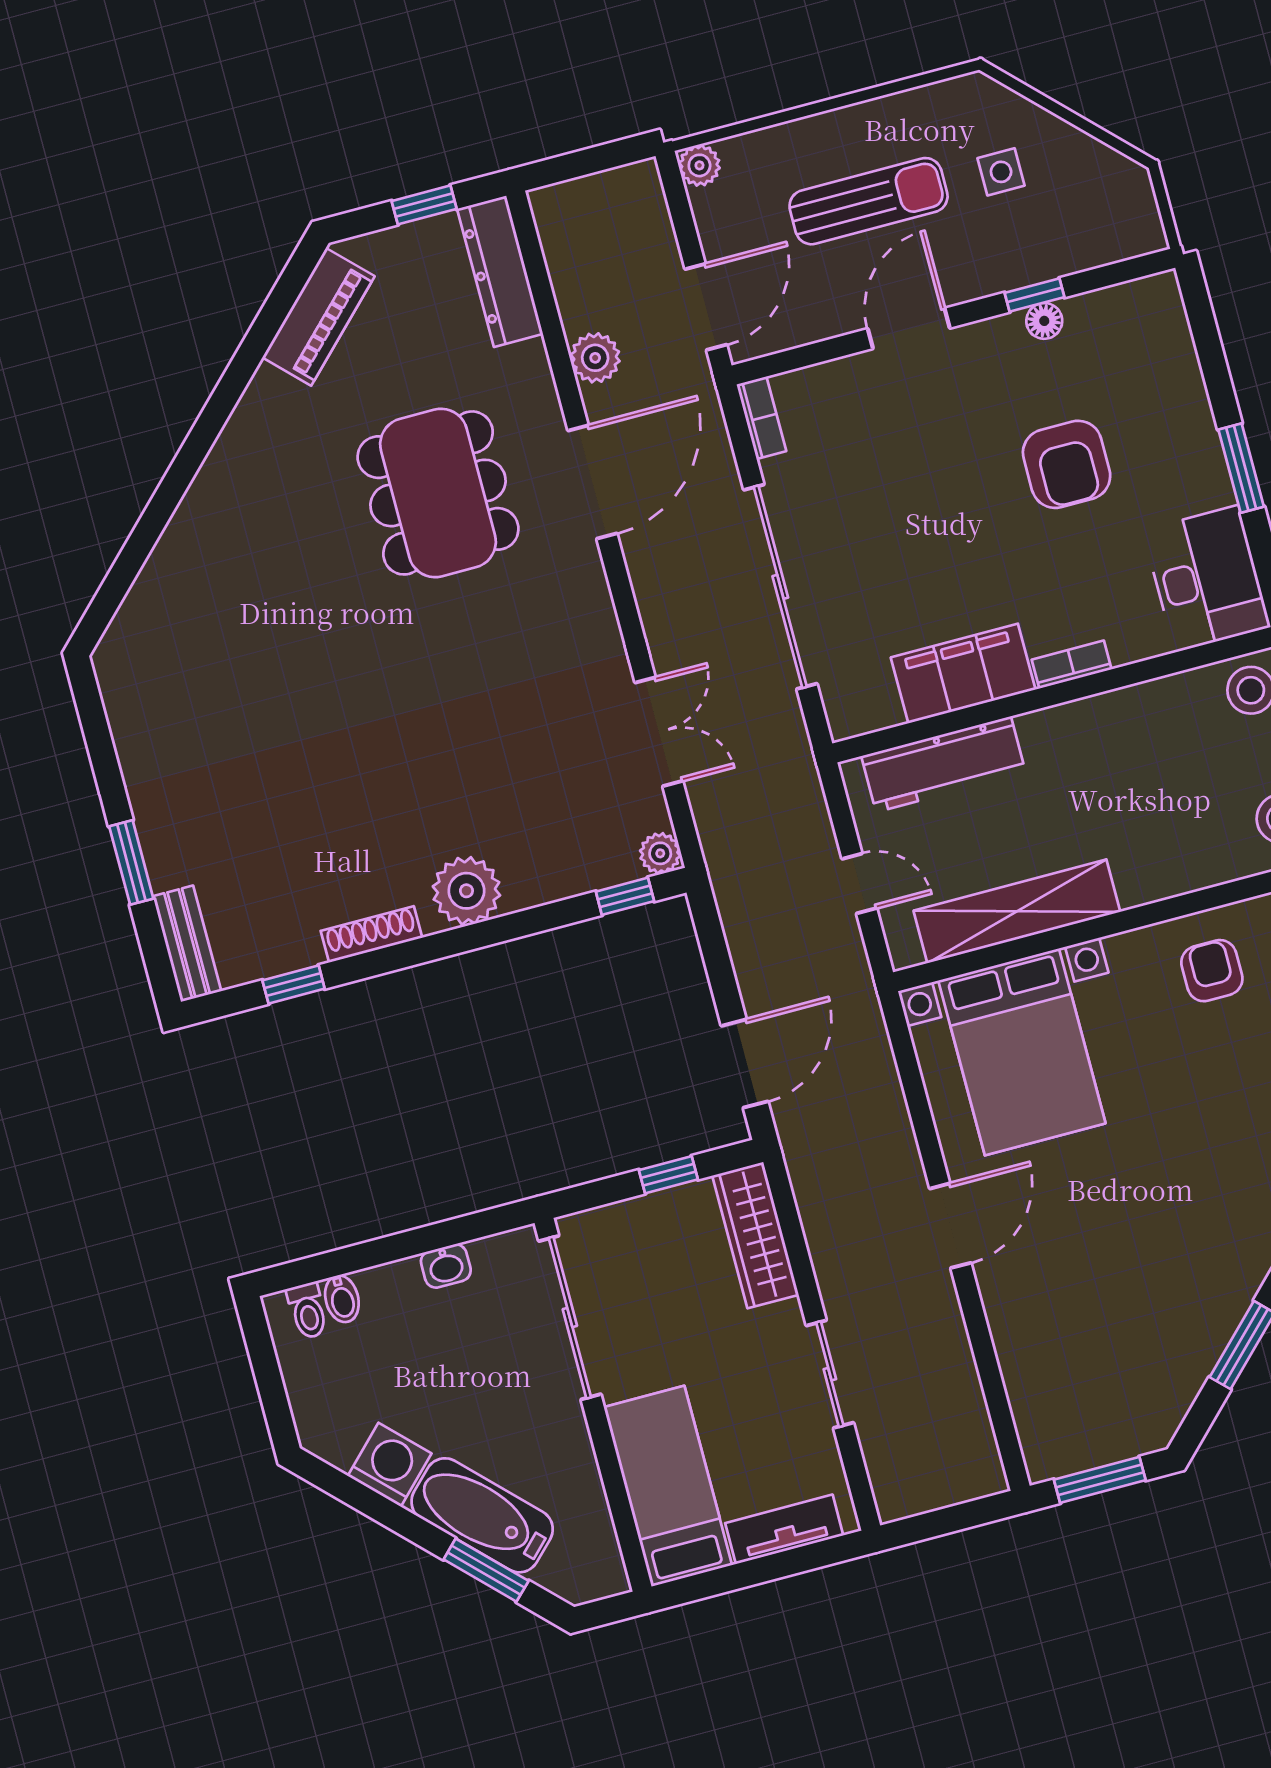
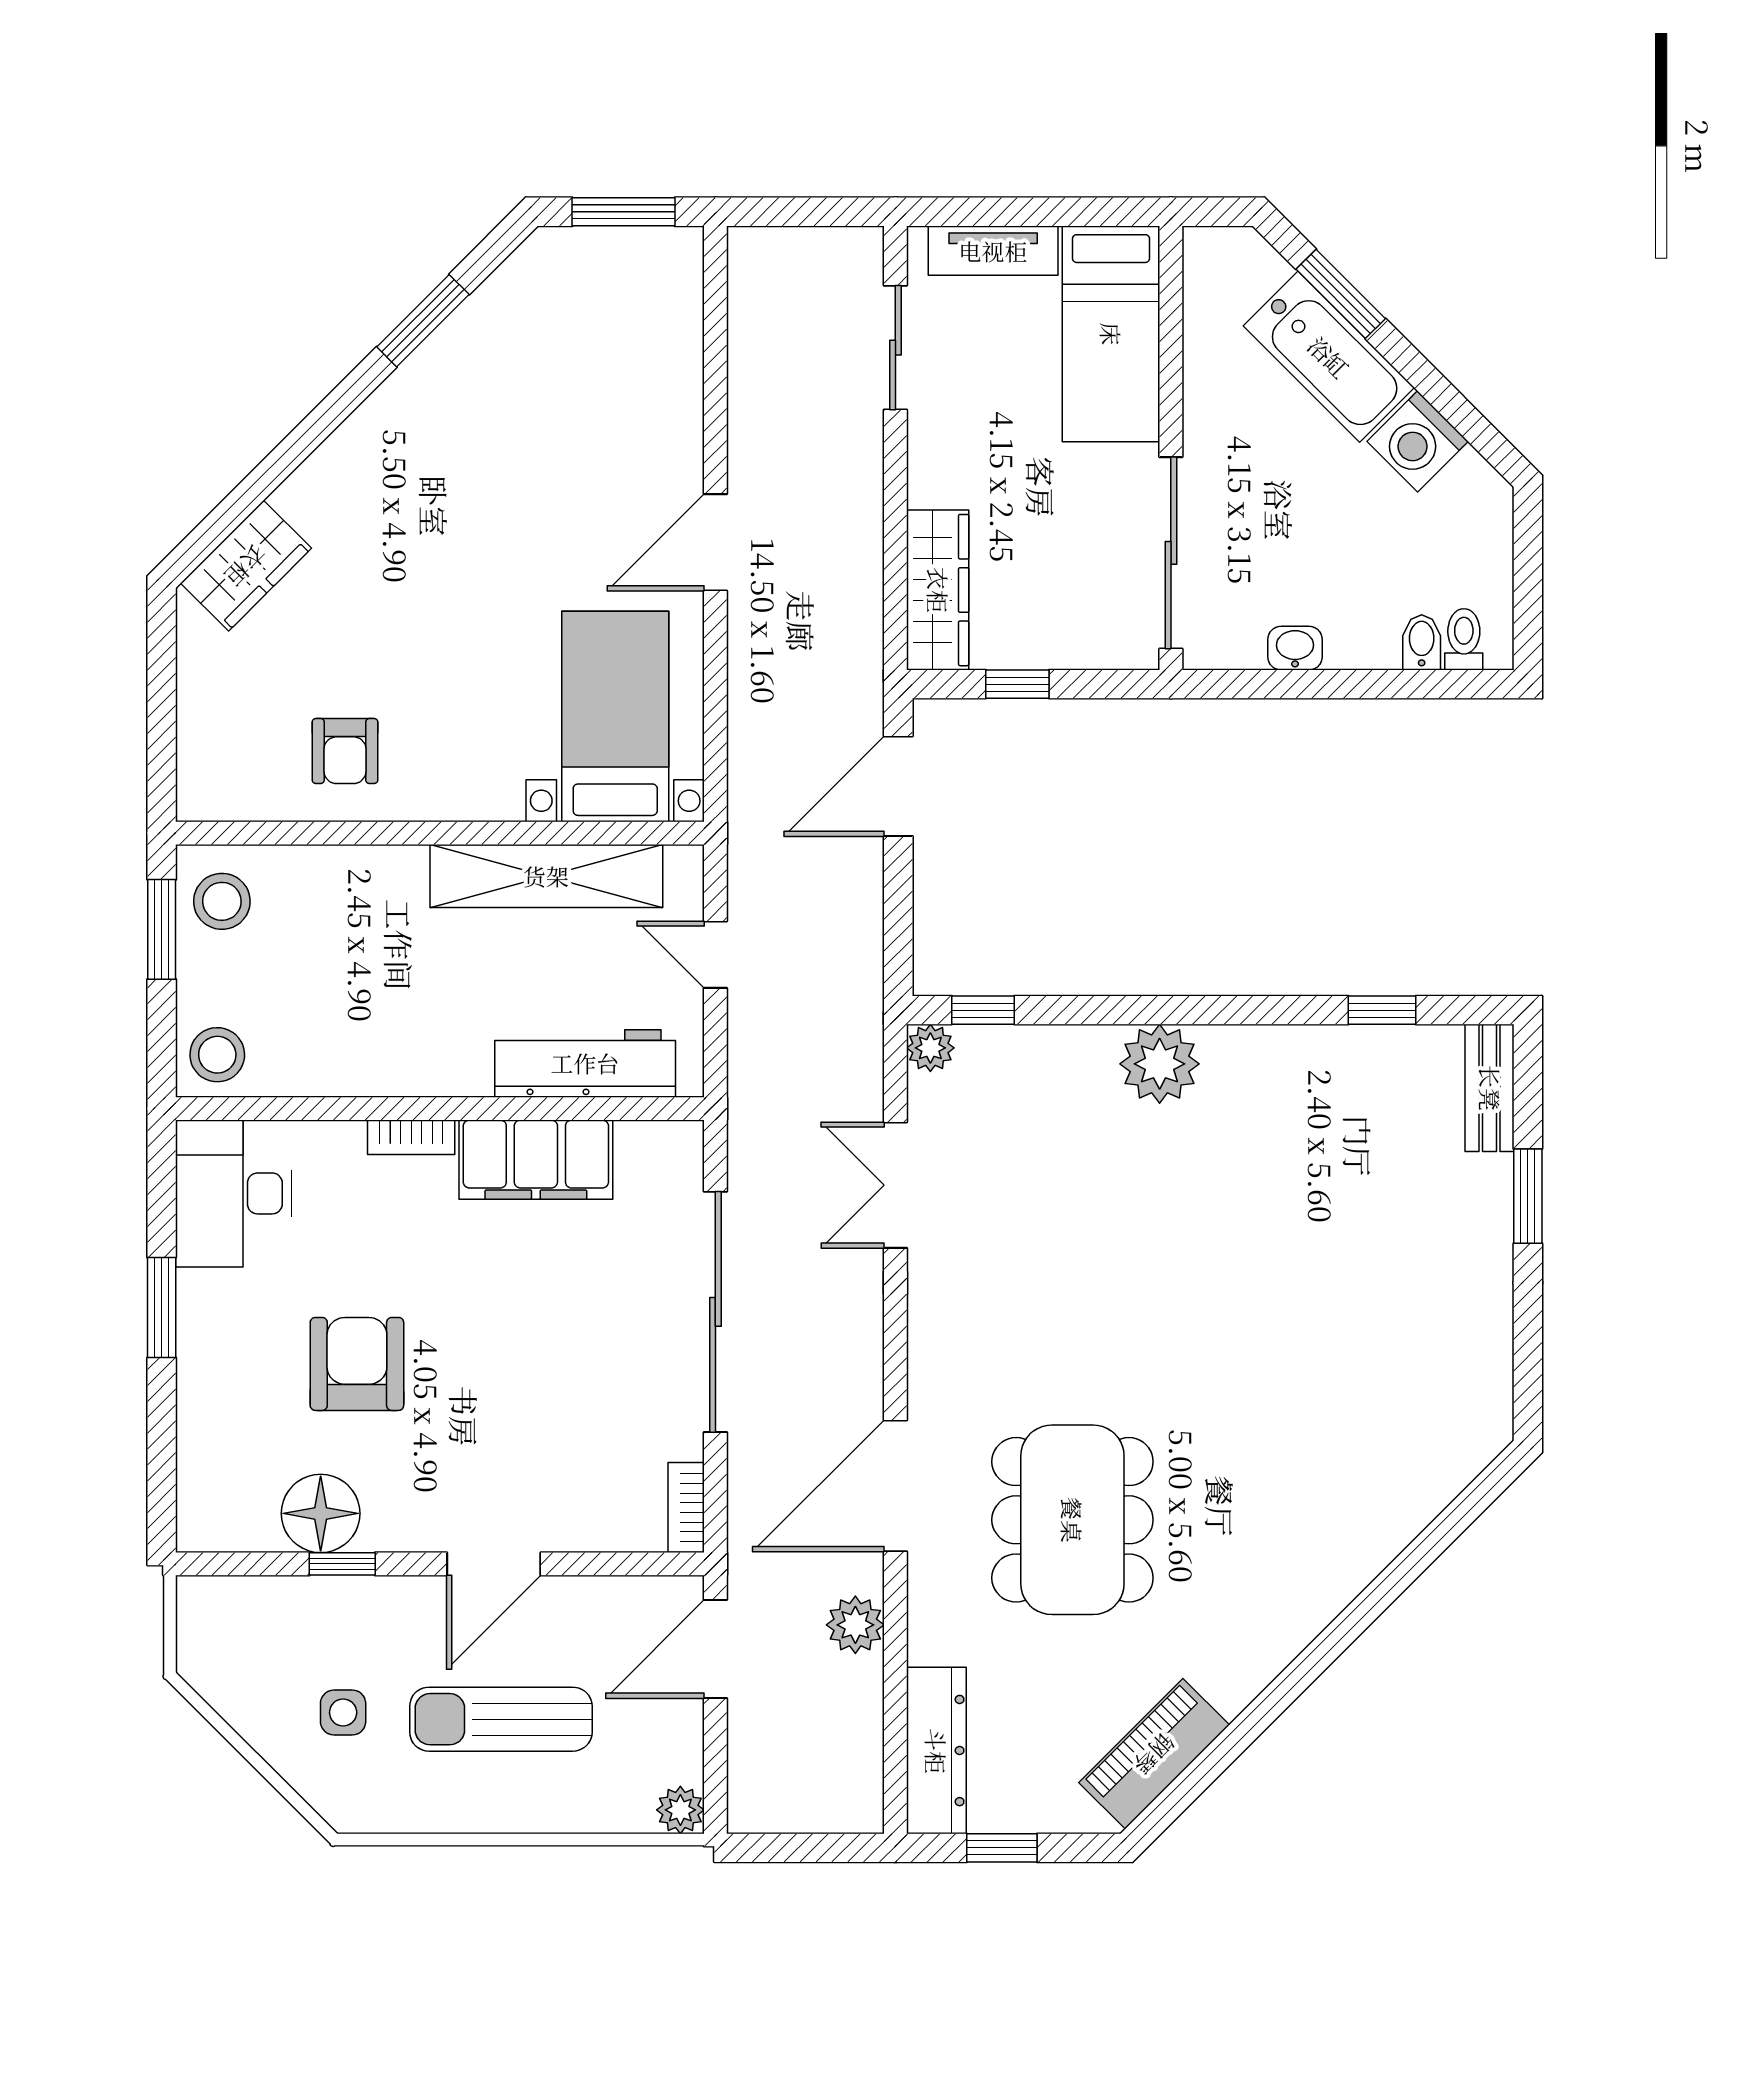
floor lamp: (1044, 321) -> (321, 1513), width x1.89, depth x1.89
shoe rack: (371, 934) -> (1279, 1043), removed
bed with nightstands: (1022, 1052) -> (615, 716), width x0.73
sliding door: (830, 1374) -> (895, 348), moved

